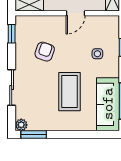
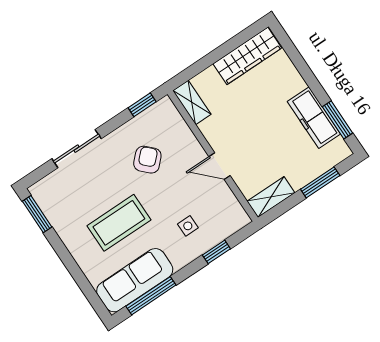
armchair: (45, 52) -> (147, 160), turned -64
plant: (21, 125) -> (39, 191), removed

